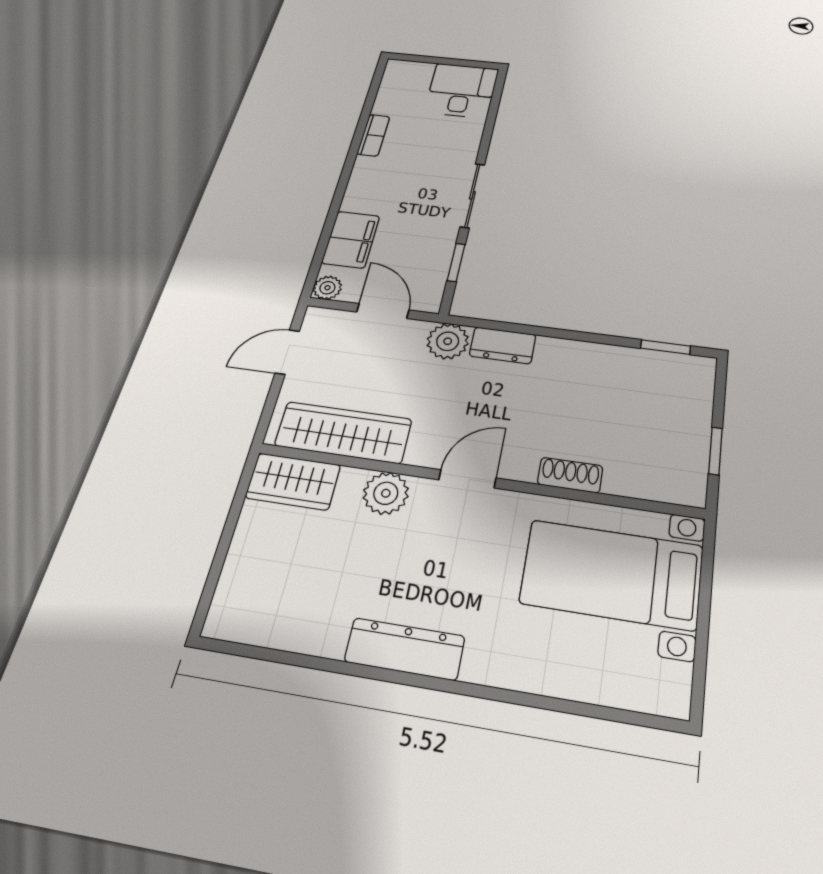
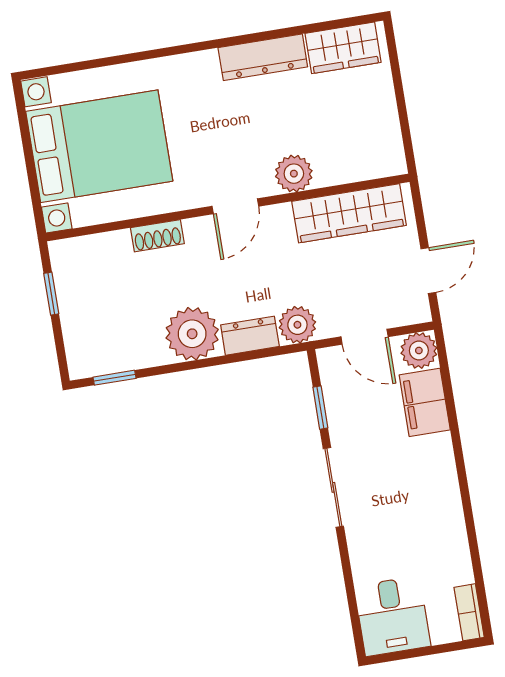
bookcase: (373, 135) -> (469, 612), moved
plant: (327, 288) -> (419, 350), width x1.38, depth x1.38
plant: (565, 365) -> (192, 334), added
wardrobe: (293, 481) -> (343, 48), moved, turned 180
bed with nightstands: (612, 574) -> (99, 146), width x1.36
dresser: (405, 649) -> (263, 57), moved

